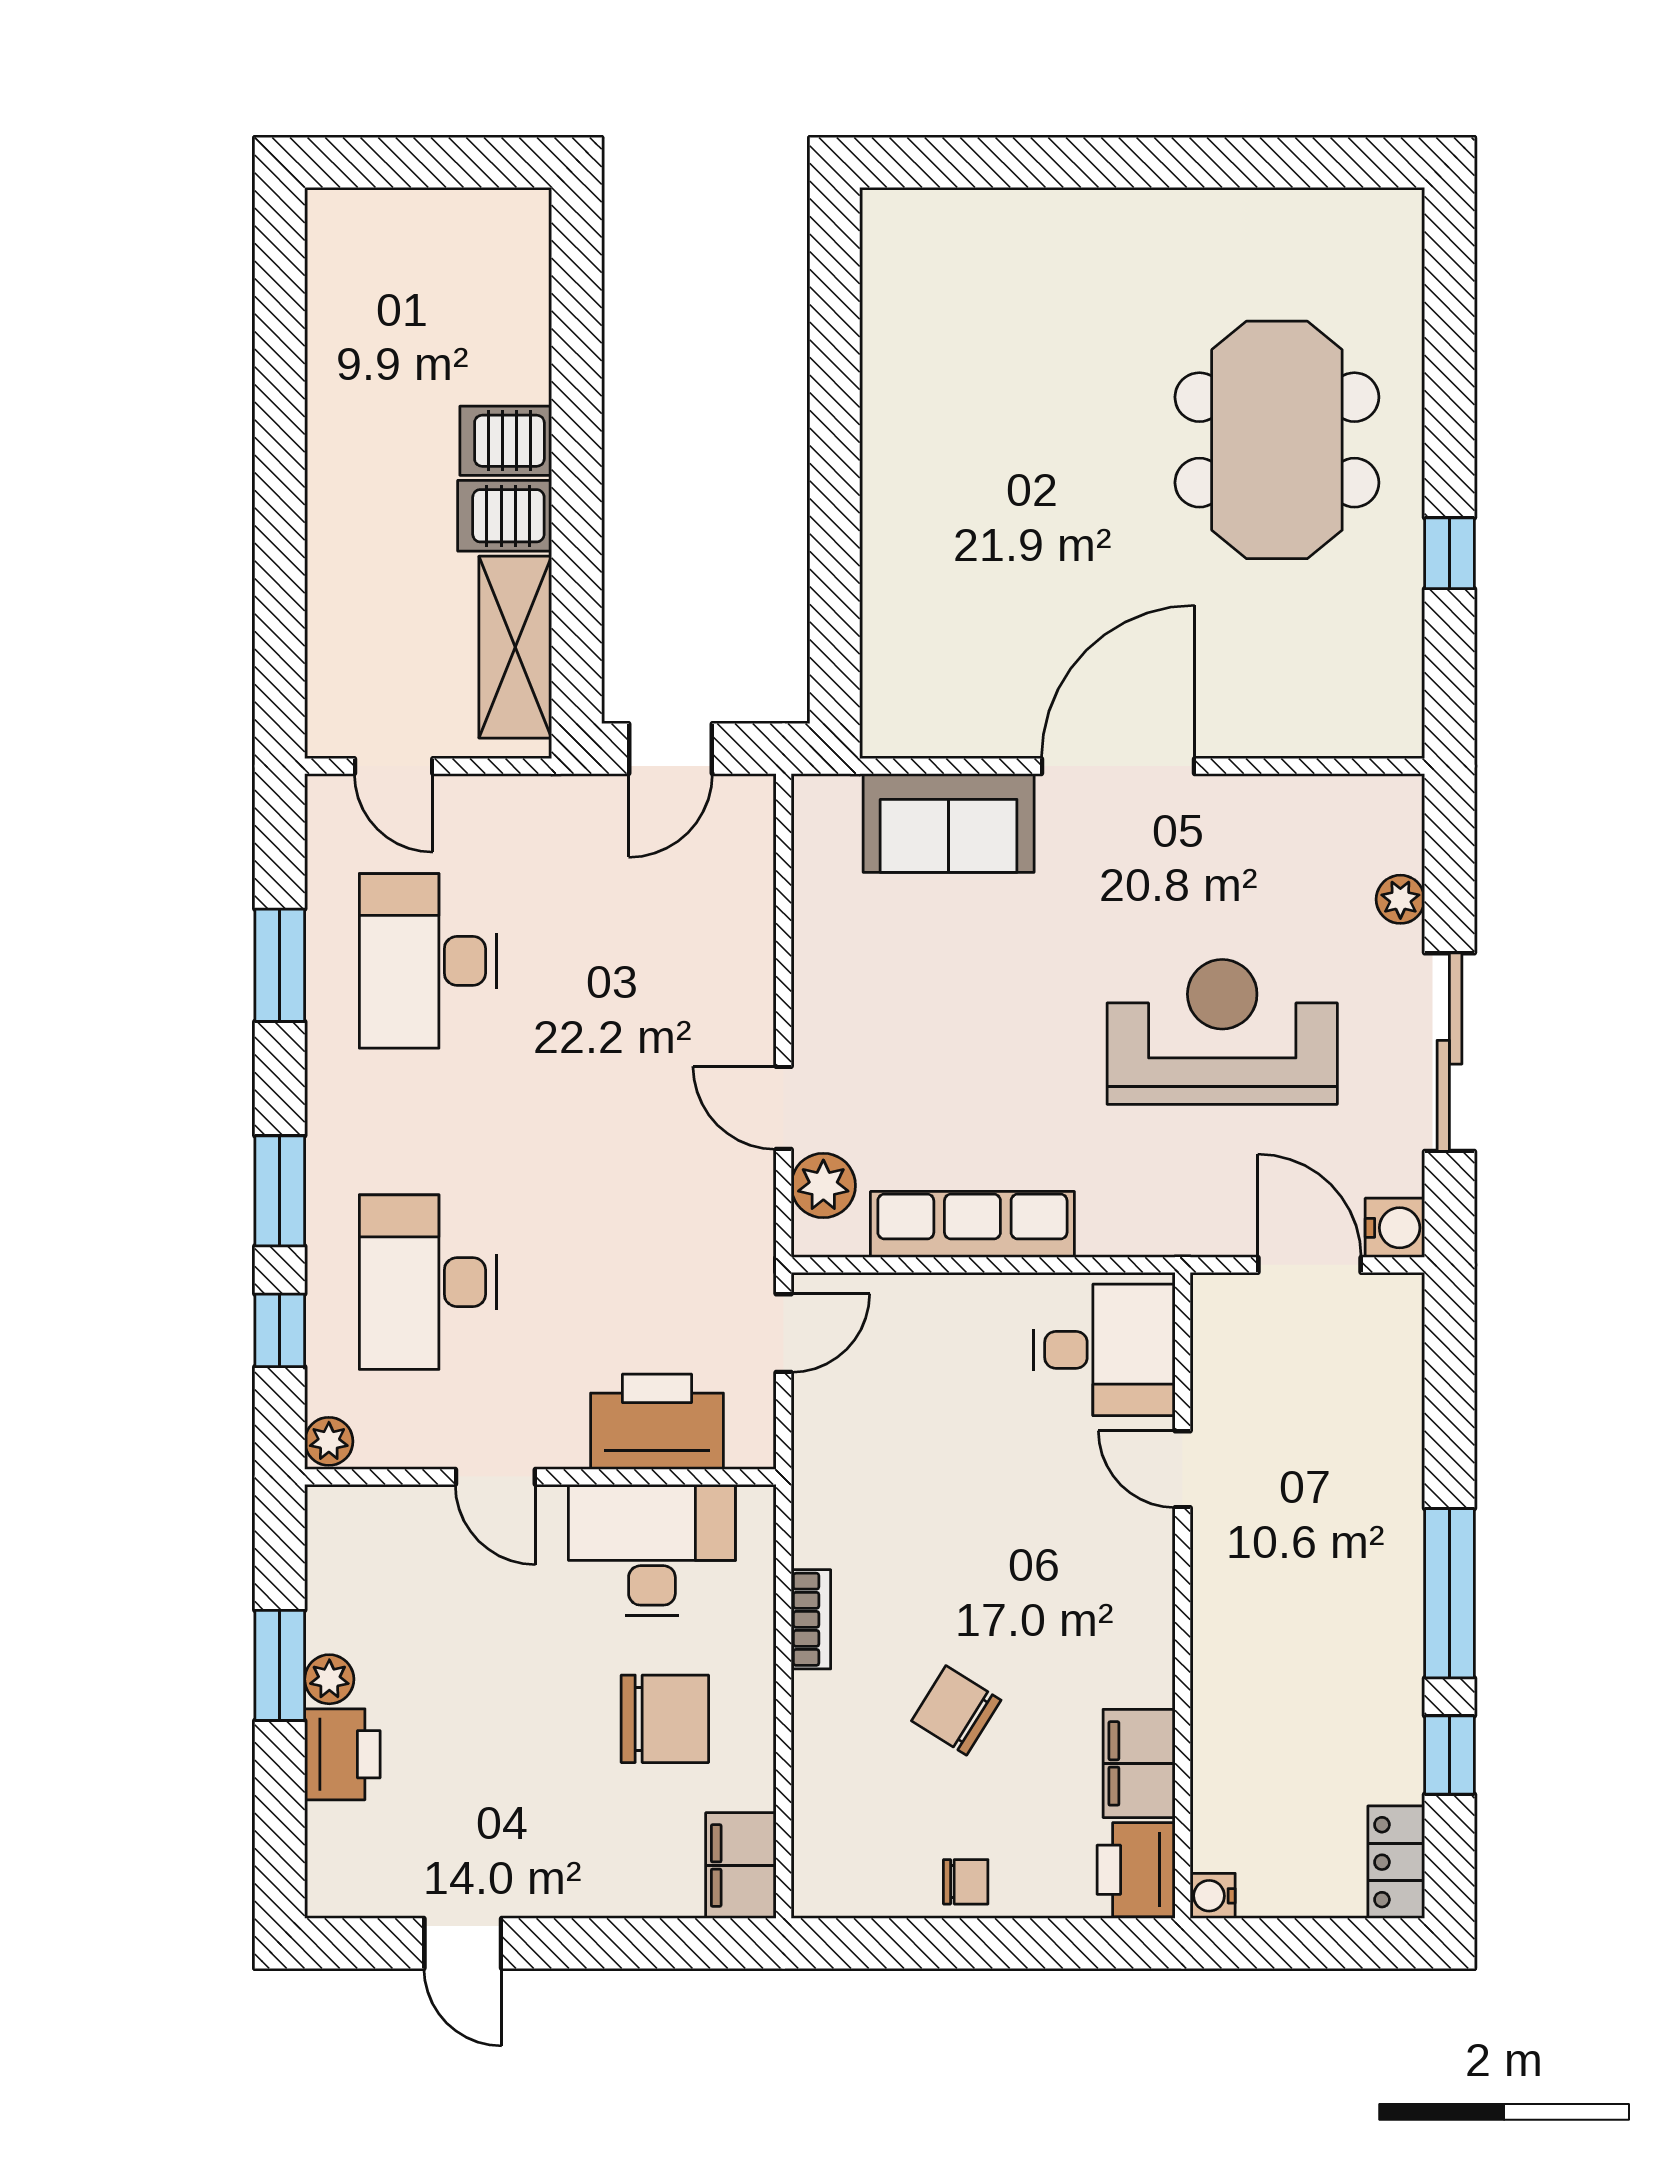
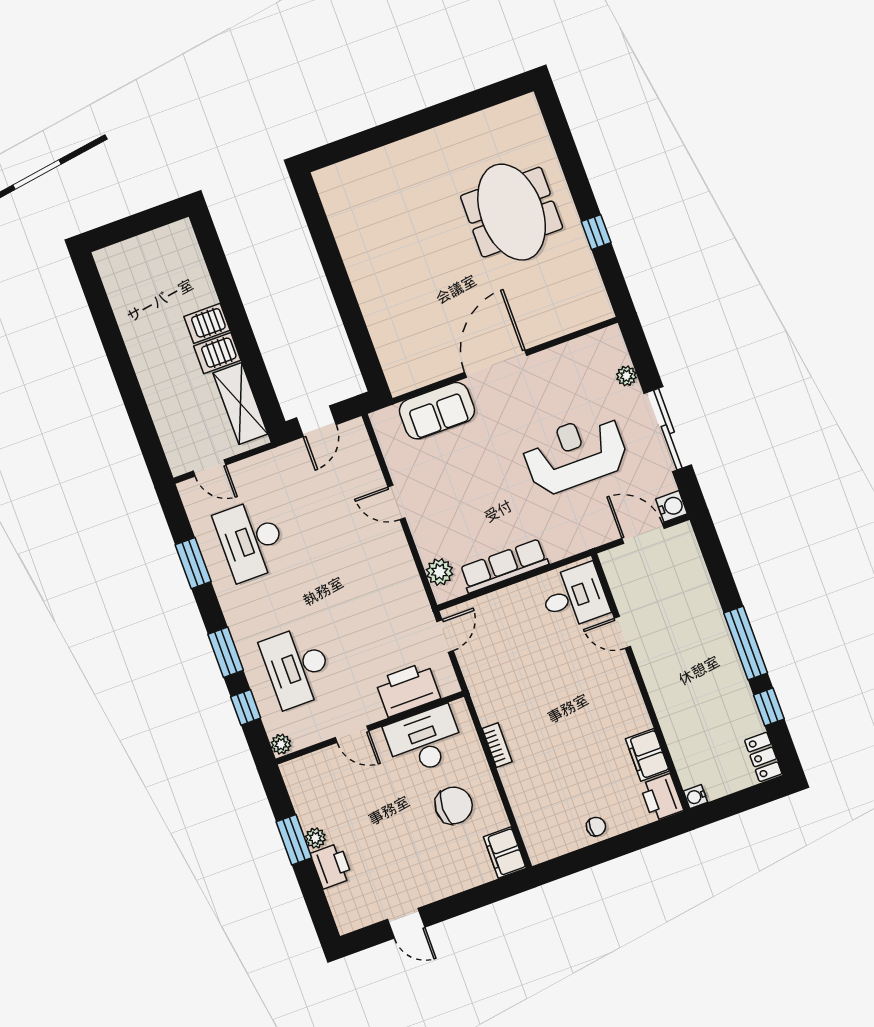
door: (784, 1108) -> (397, 502), moved
chair: (956, 1710) -> (568, 760), removed

